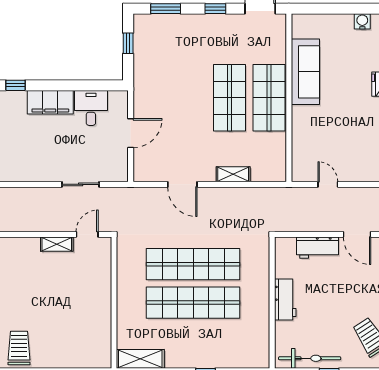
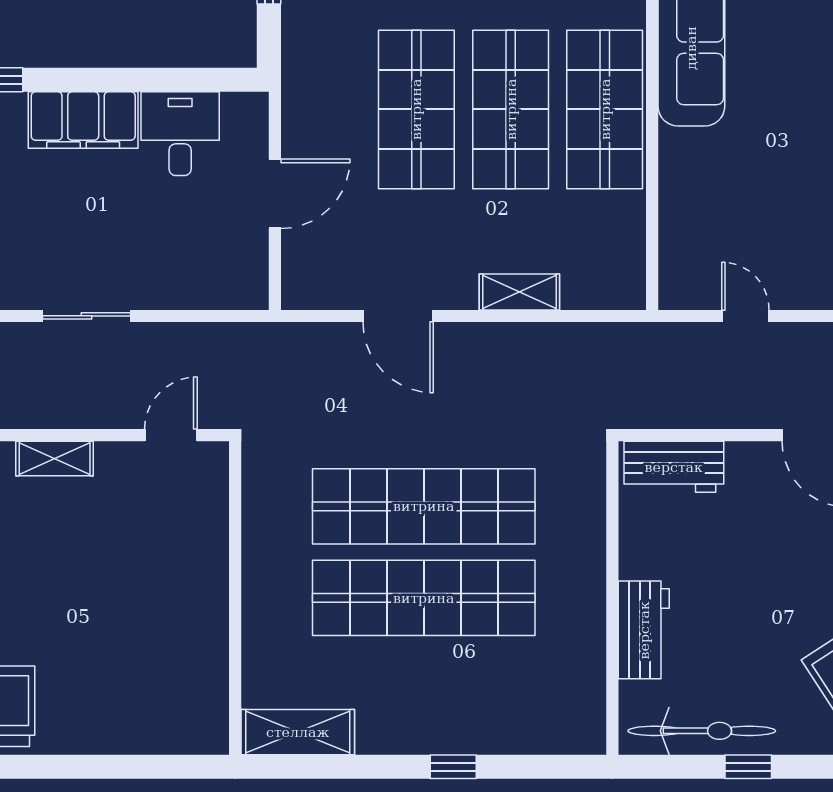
shop shelf: (190, 98) -> (416, 109), added
sliding door: (81, 184) -> (87, 316), moved
shelving: (57, 244) -> (55, 458), moved
workbench: (317, 248) -> (674, 467), moved
workbench: (285, 299) -> (644, 630), moved

